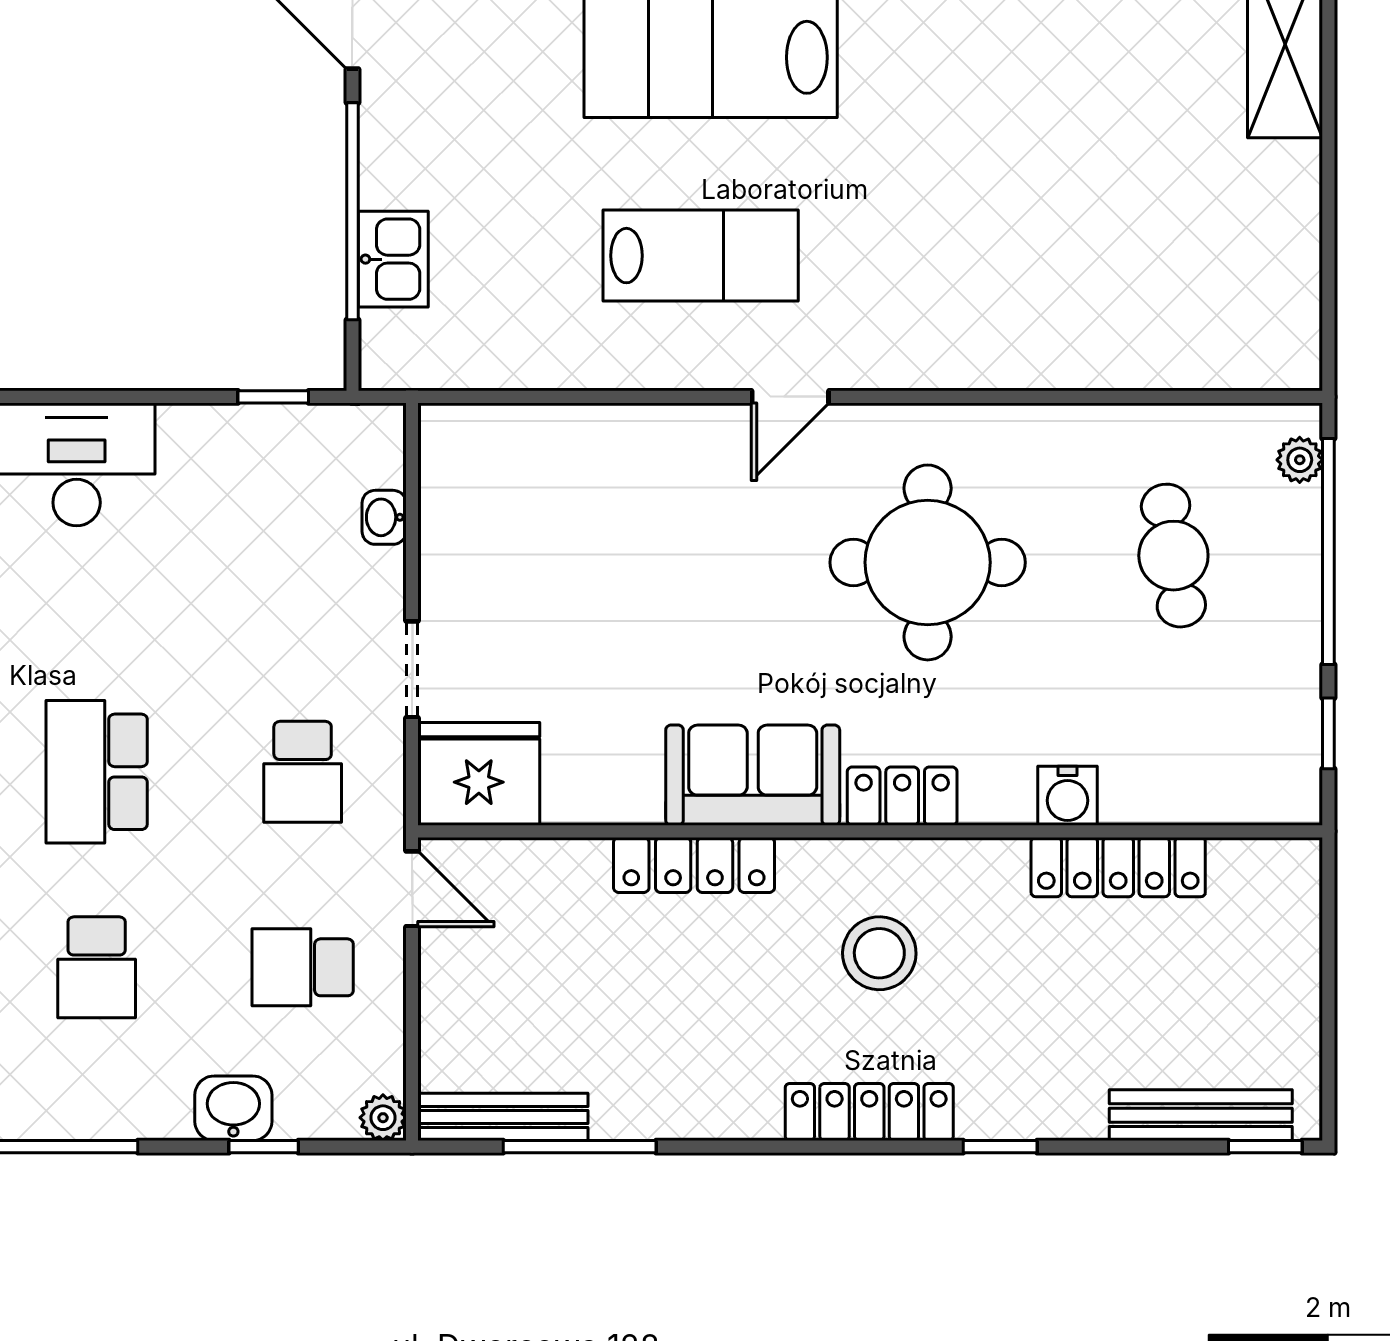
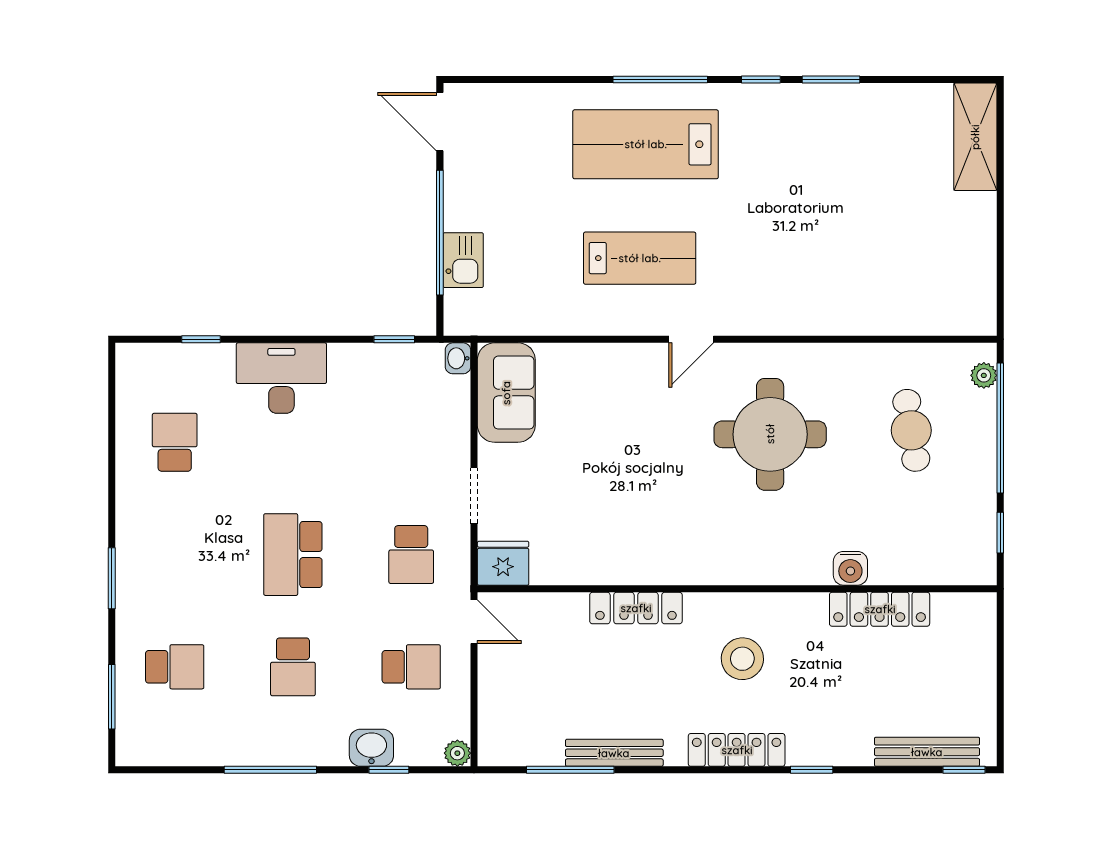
washbasin: (384, 517) -> (458, 358), moved
fridge: (479, 774) -> (503, 563), width x0.73, depth x0.75
sofa: (753, 775) -> (506, 393), moved, turned 90
locker: (902, 796) -> (755, 569), removed
school desk: (303, 967) -> (411, 667), turned 180
bench: (503, 1117) -> (614, 753), moved

